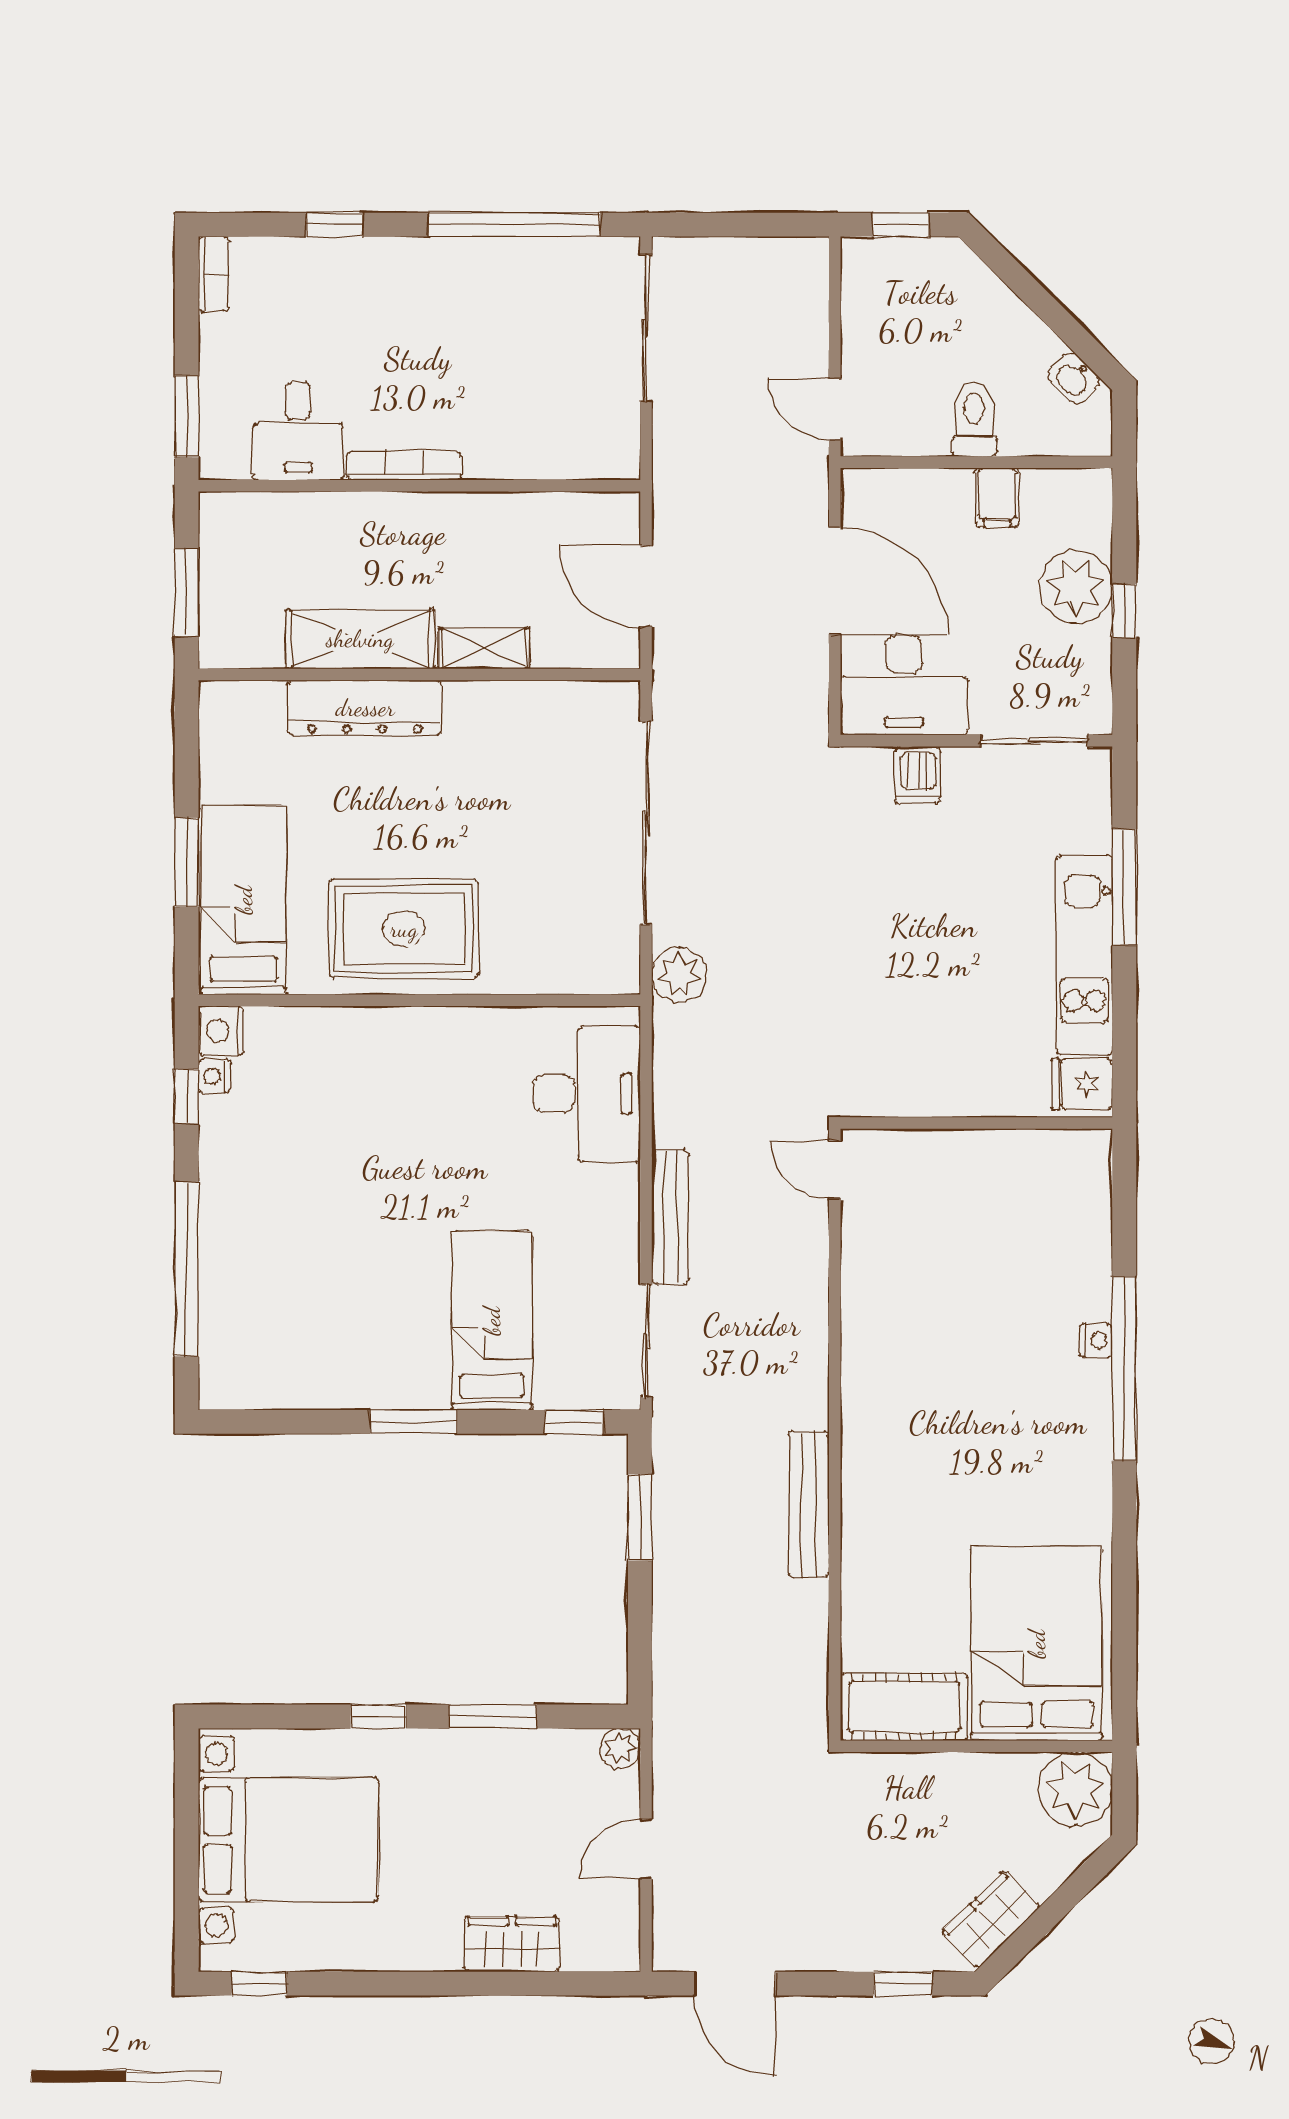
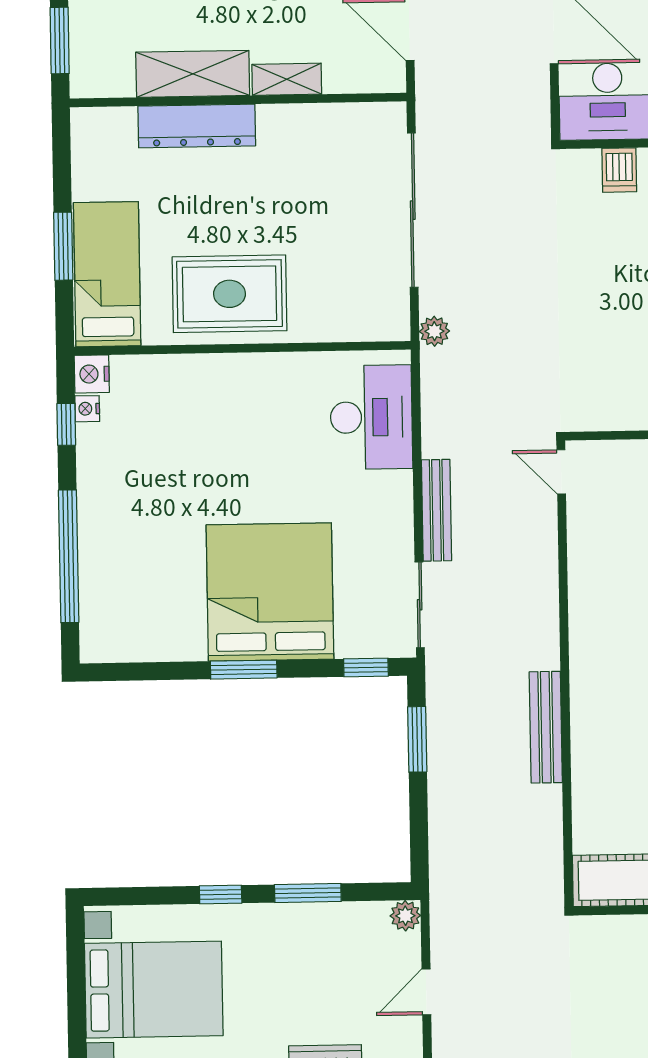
plant: (679, 975) -> (434, 331), width x0.73, depth x0.73
bed: (492, 1321) -> (270, 592), width x2.04

